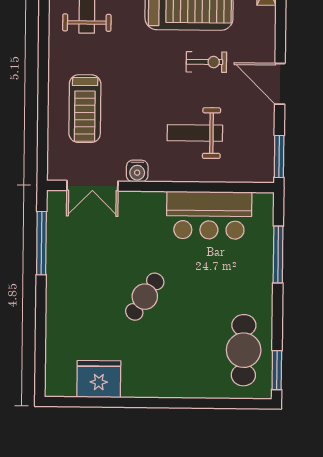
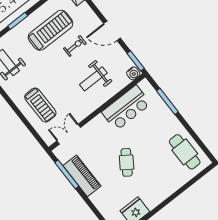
water cooler: (137, 171) -> (133, 73), moved
double door: (92, 186) -> (69, 134), swing flipped
piano: (62, 263) -> (82, 176), added
window: (277, 370) -> (205, 149), removed

